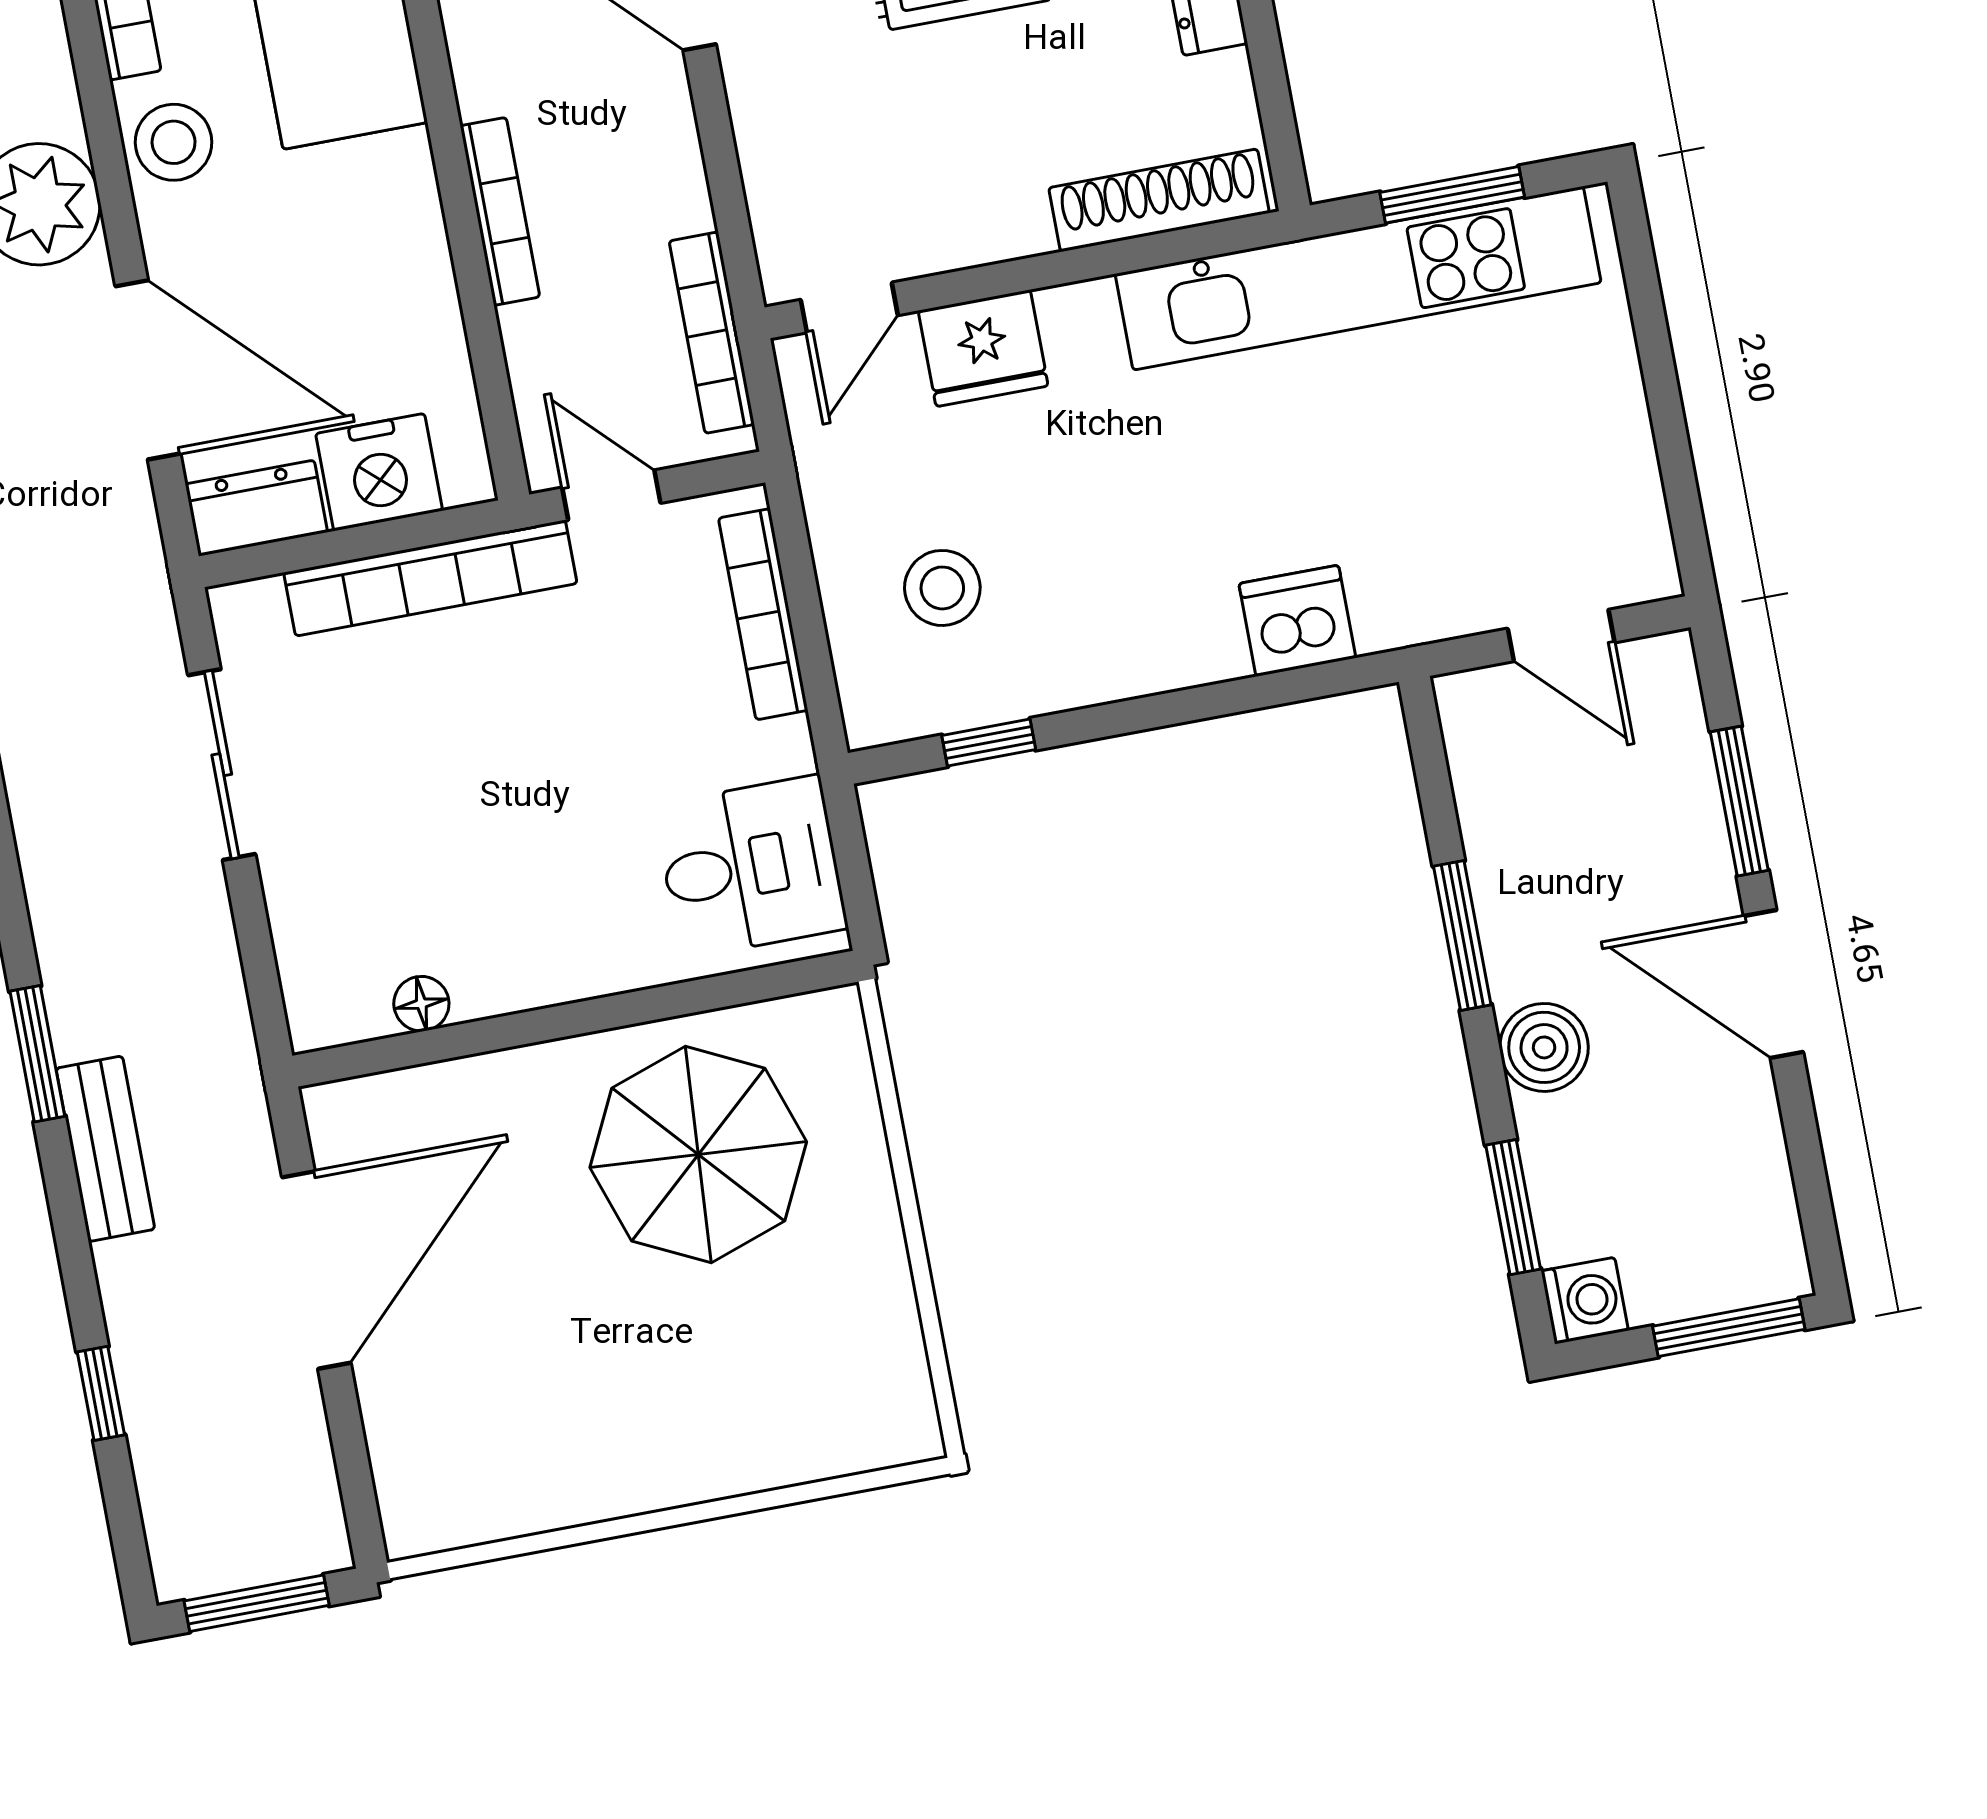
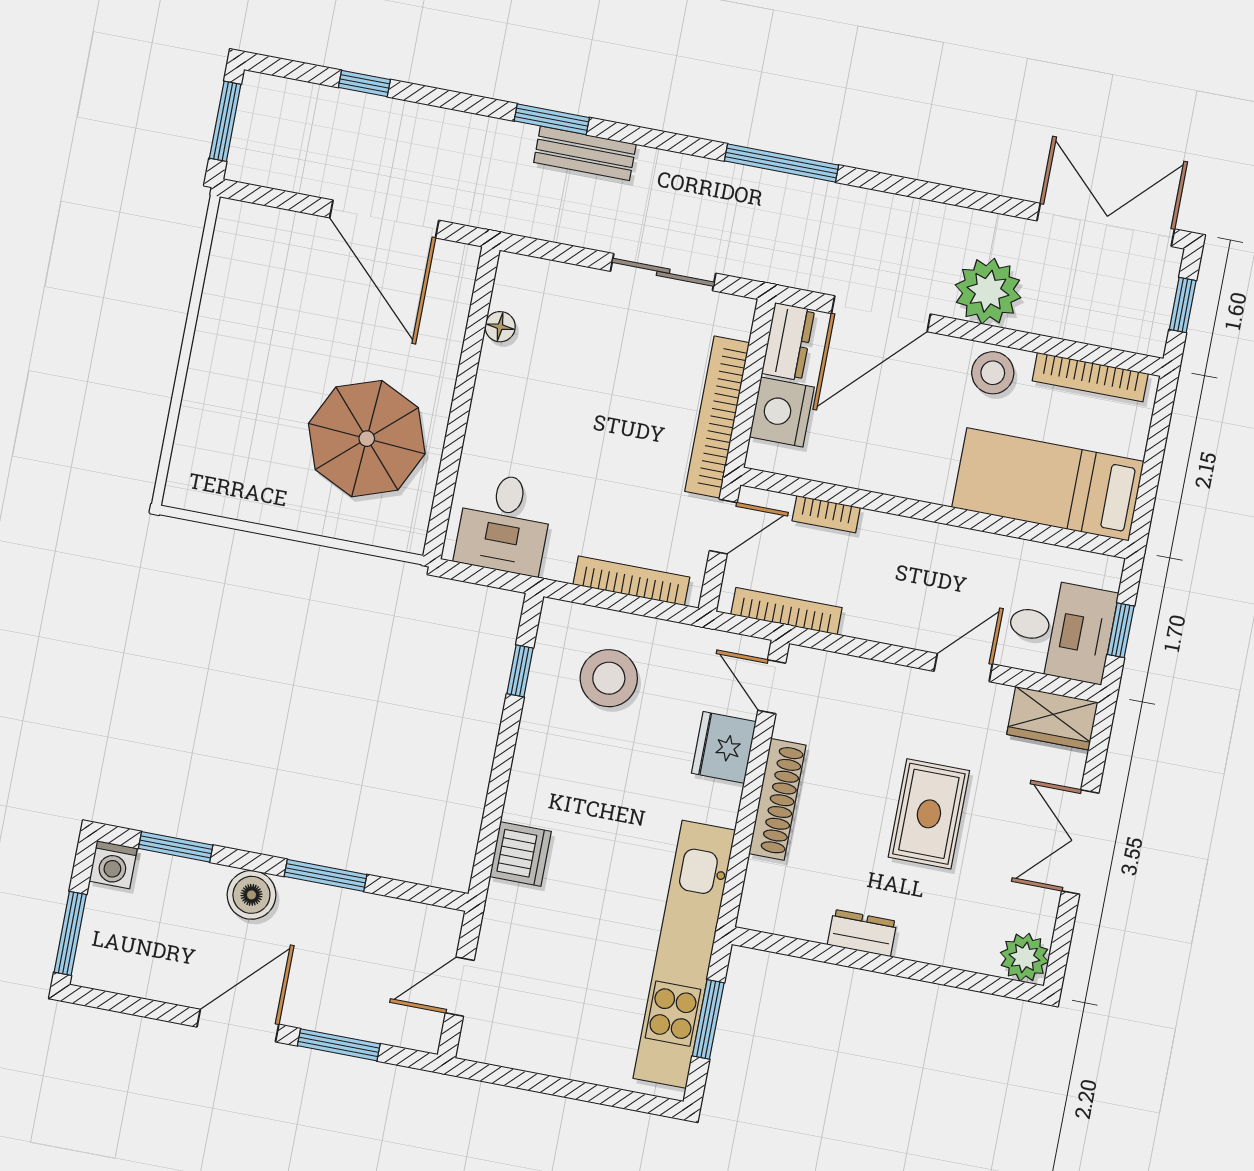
shoe rack: (1159, 200) -> (777, 799), moved
bookcase: (500, 211) -> (826, 514), moved, width x0.64
stool: (942, 588) -> (609, 678), width x1.38, depth x1.38
bench: (105, 1149) -> (585, 153), moved

